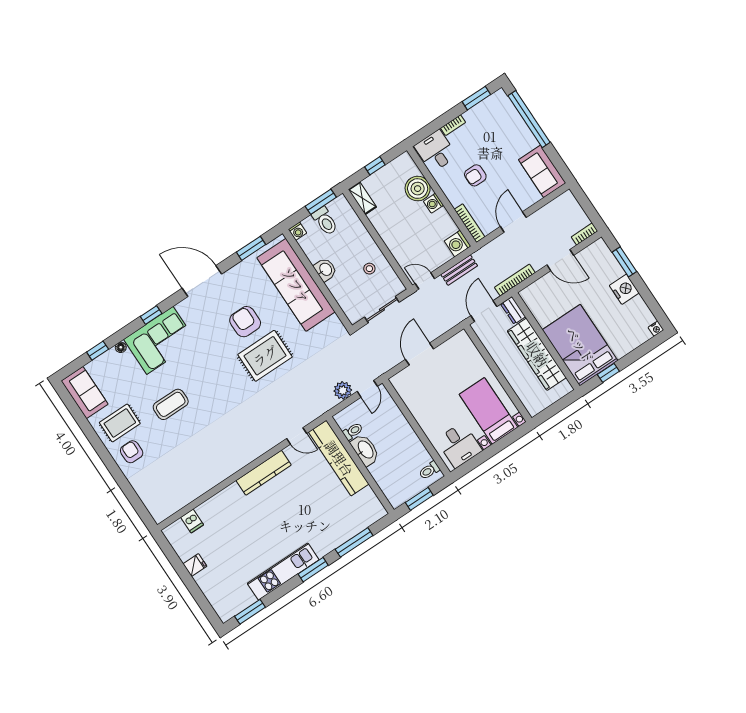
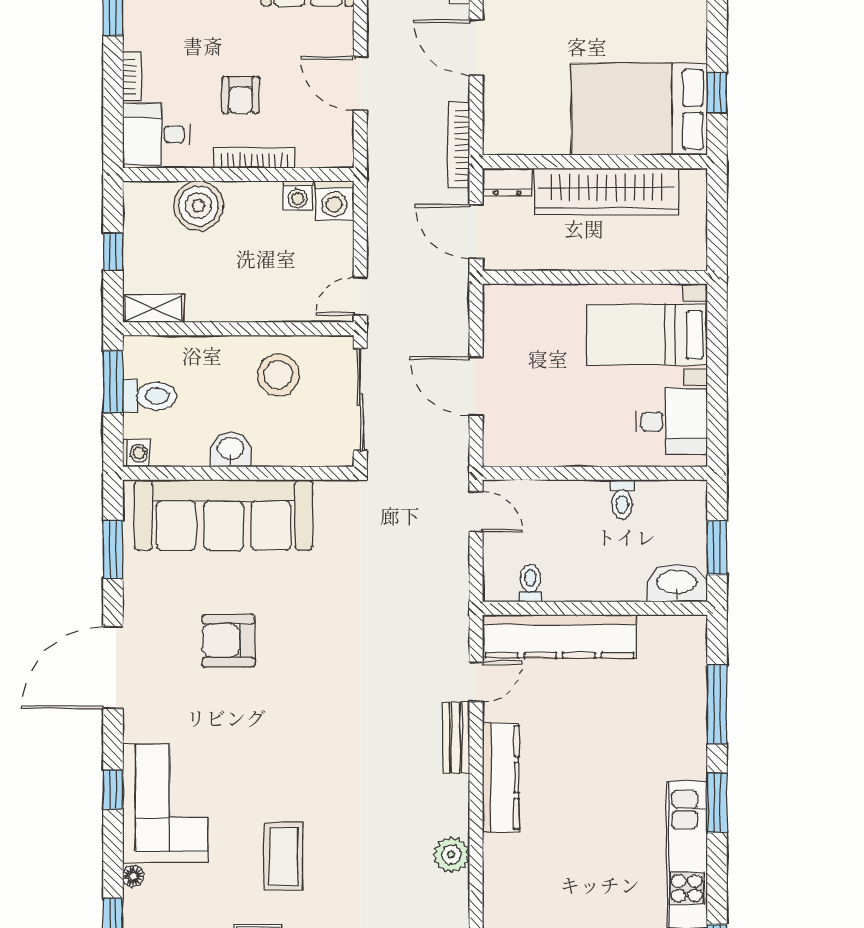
washing machine: (433, 203) -> (298, 196), moved
bookcase: (469, 223) -> (255, 158), moved
door: (560, 260) -> (476, 48), swing flipped
stool: (369, 269) -> (278, 375), width x1.89, depth x1.89
bench: (459, 270) -> (456, 738), moved
sliding door: (382, 310) -> (360, 399), width x1.37
rug: (265, 356) -> (307, 645), removed
plant: (343, 390) -> (451, 855), moved
washbasin: (365, 450) -> (677, 583), moved
toilet: (429, 470) -> (622, 499), moved

